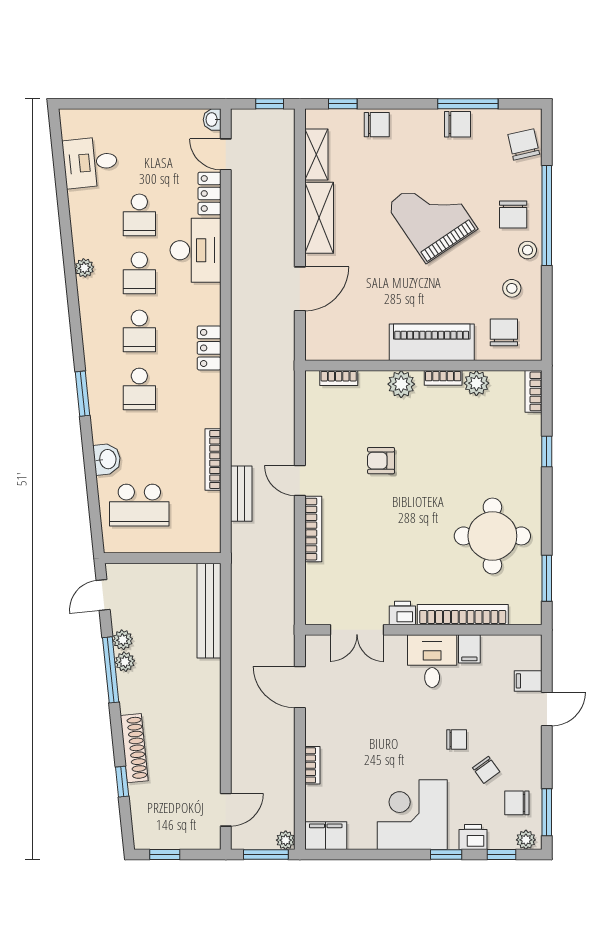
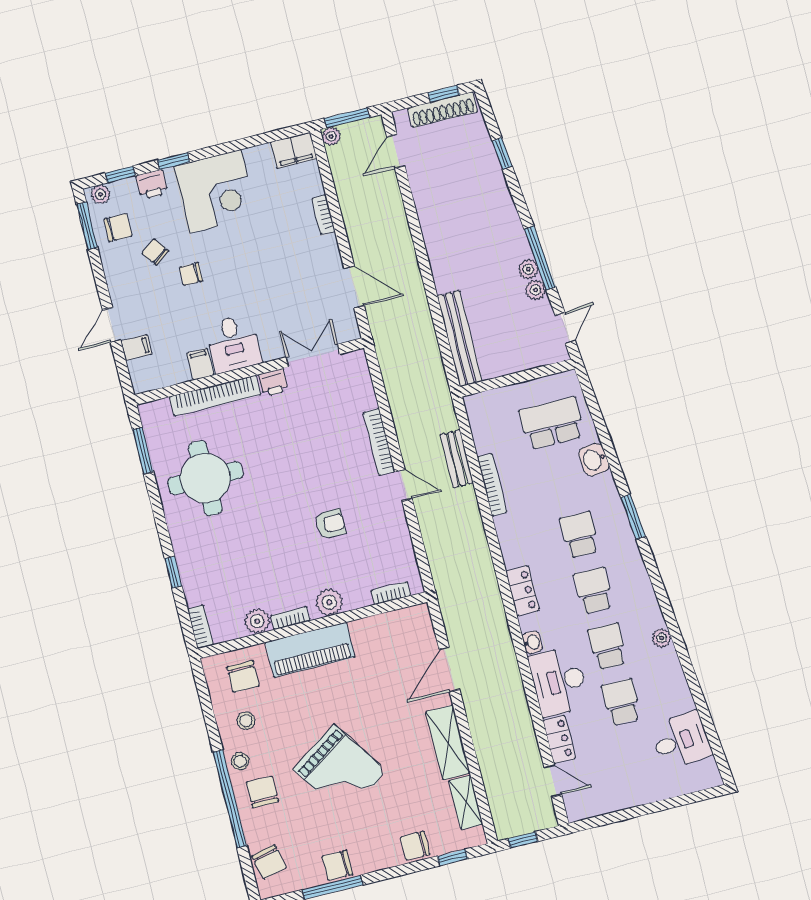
washbasin: (212, 120) -> (532, 642), moved
shoe rack: (134, 748) -> (443, 110), moved, turned -84

